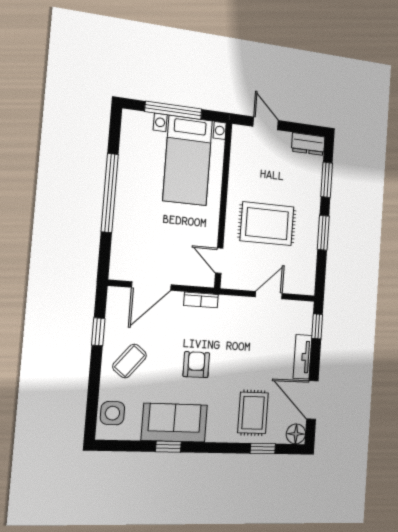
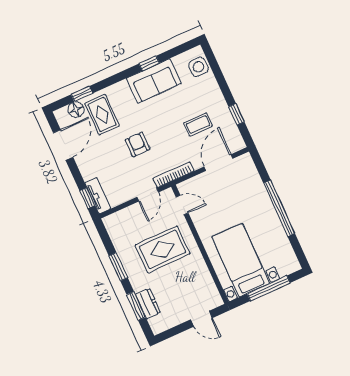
dresser: (308, 144) -> (148, 304), moved, turned 90
door: (269, 295) -> (148, 195), moved
bookcase: (201, 300) -> (173, 175), width x1.56
tv unit: (303, 357) -> (98, 196), moved
coffee table: (130, 361) -> (198, 125), moved, turned 51
armchair: (196, 365) -> (138, 144), moved, turned 180
door: (312, 400) -> (63, 145), hinge flipped
floor lamp: (296, 434) -> (76, 110), moved

